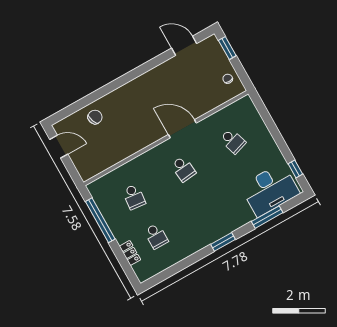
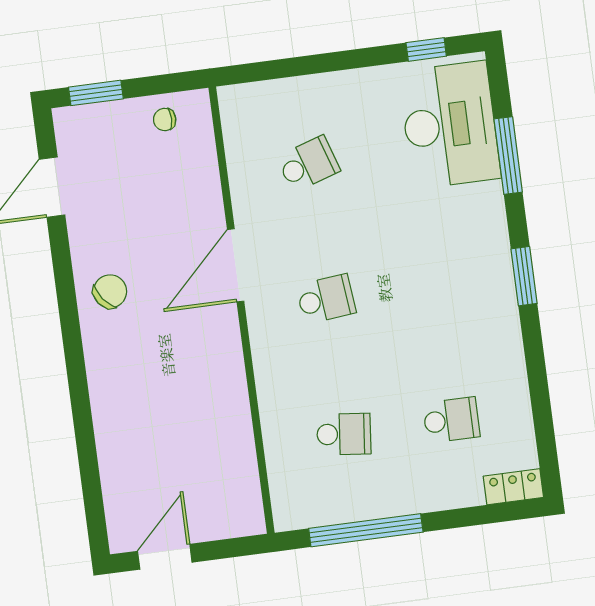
chair: (95, 117) -> (110, 291), moved, turned 72
locker: (130, 253) -> (513, 487), moved

